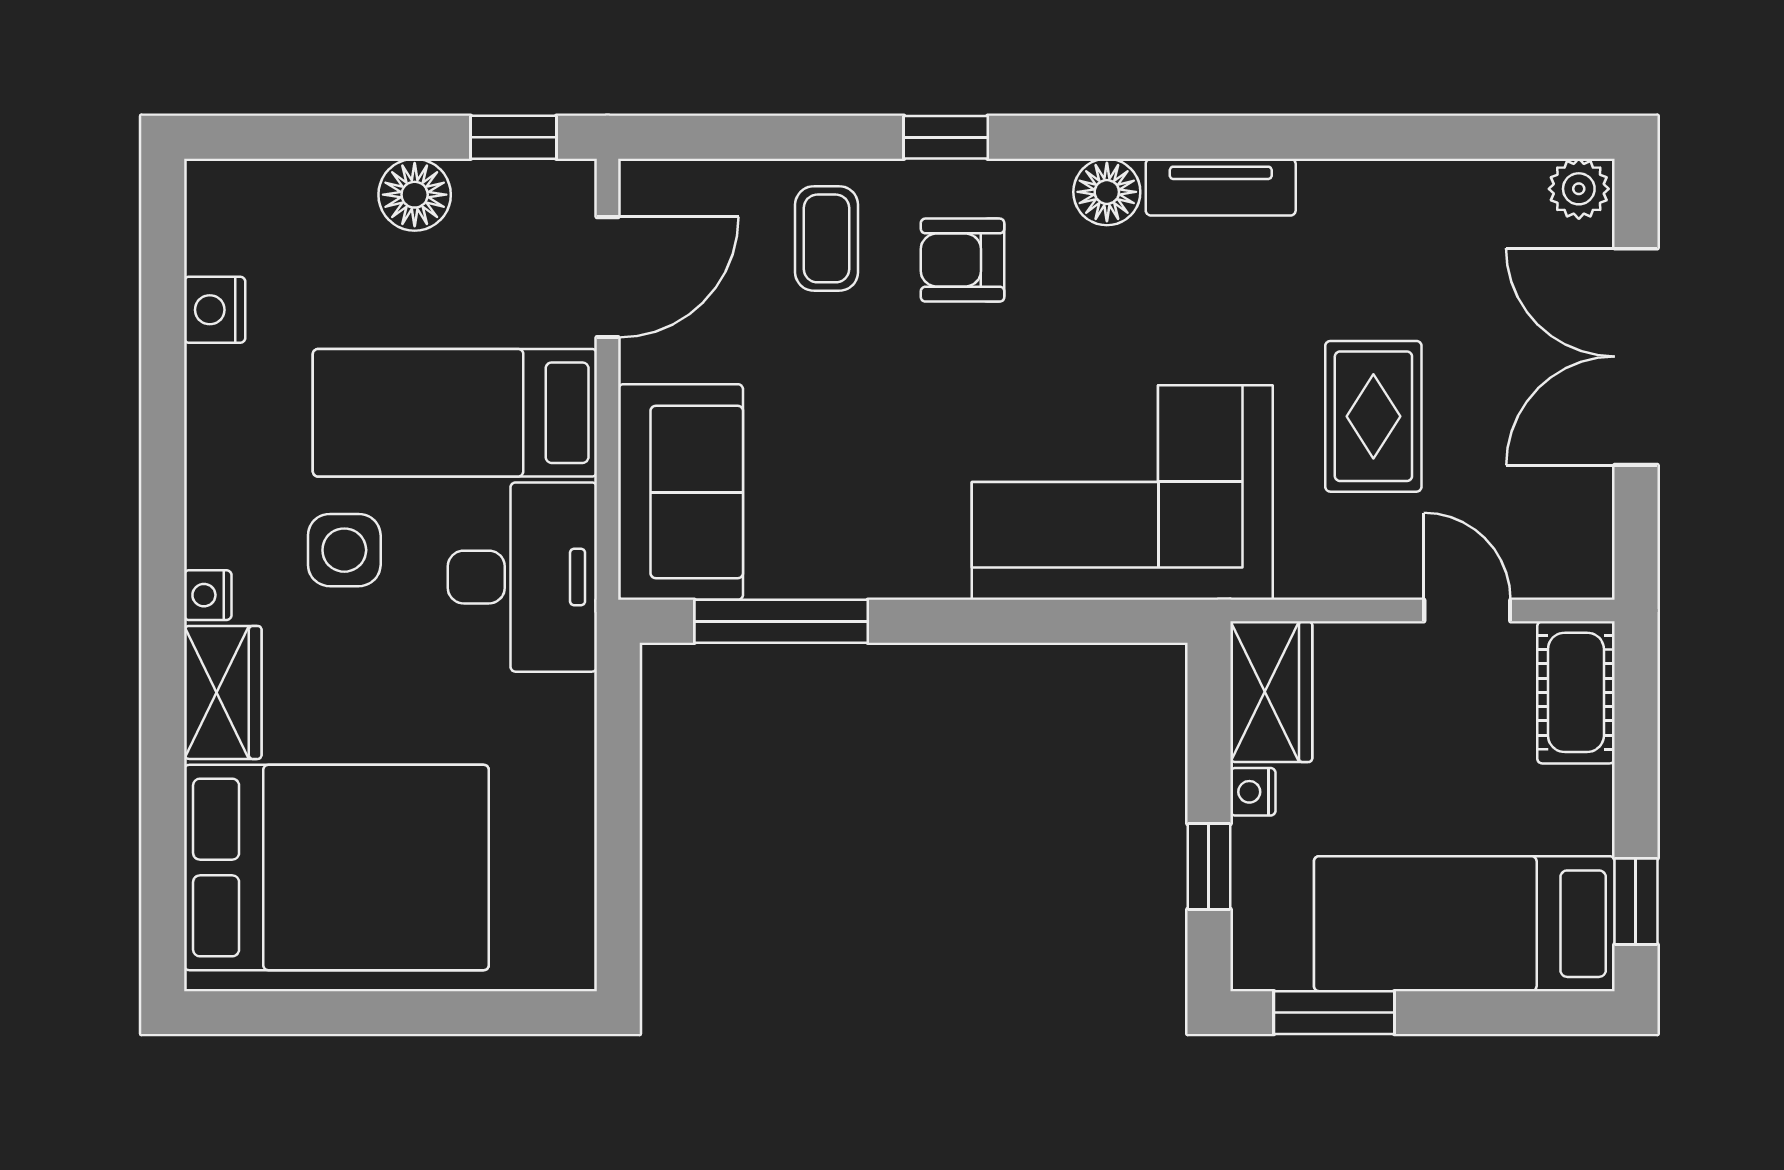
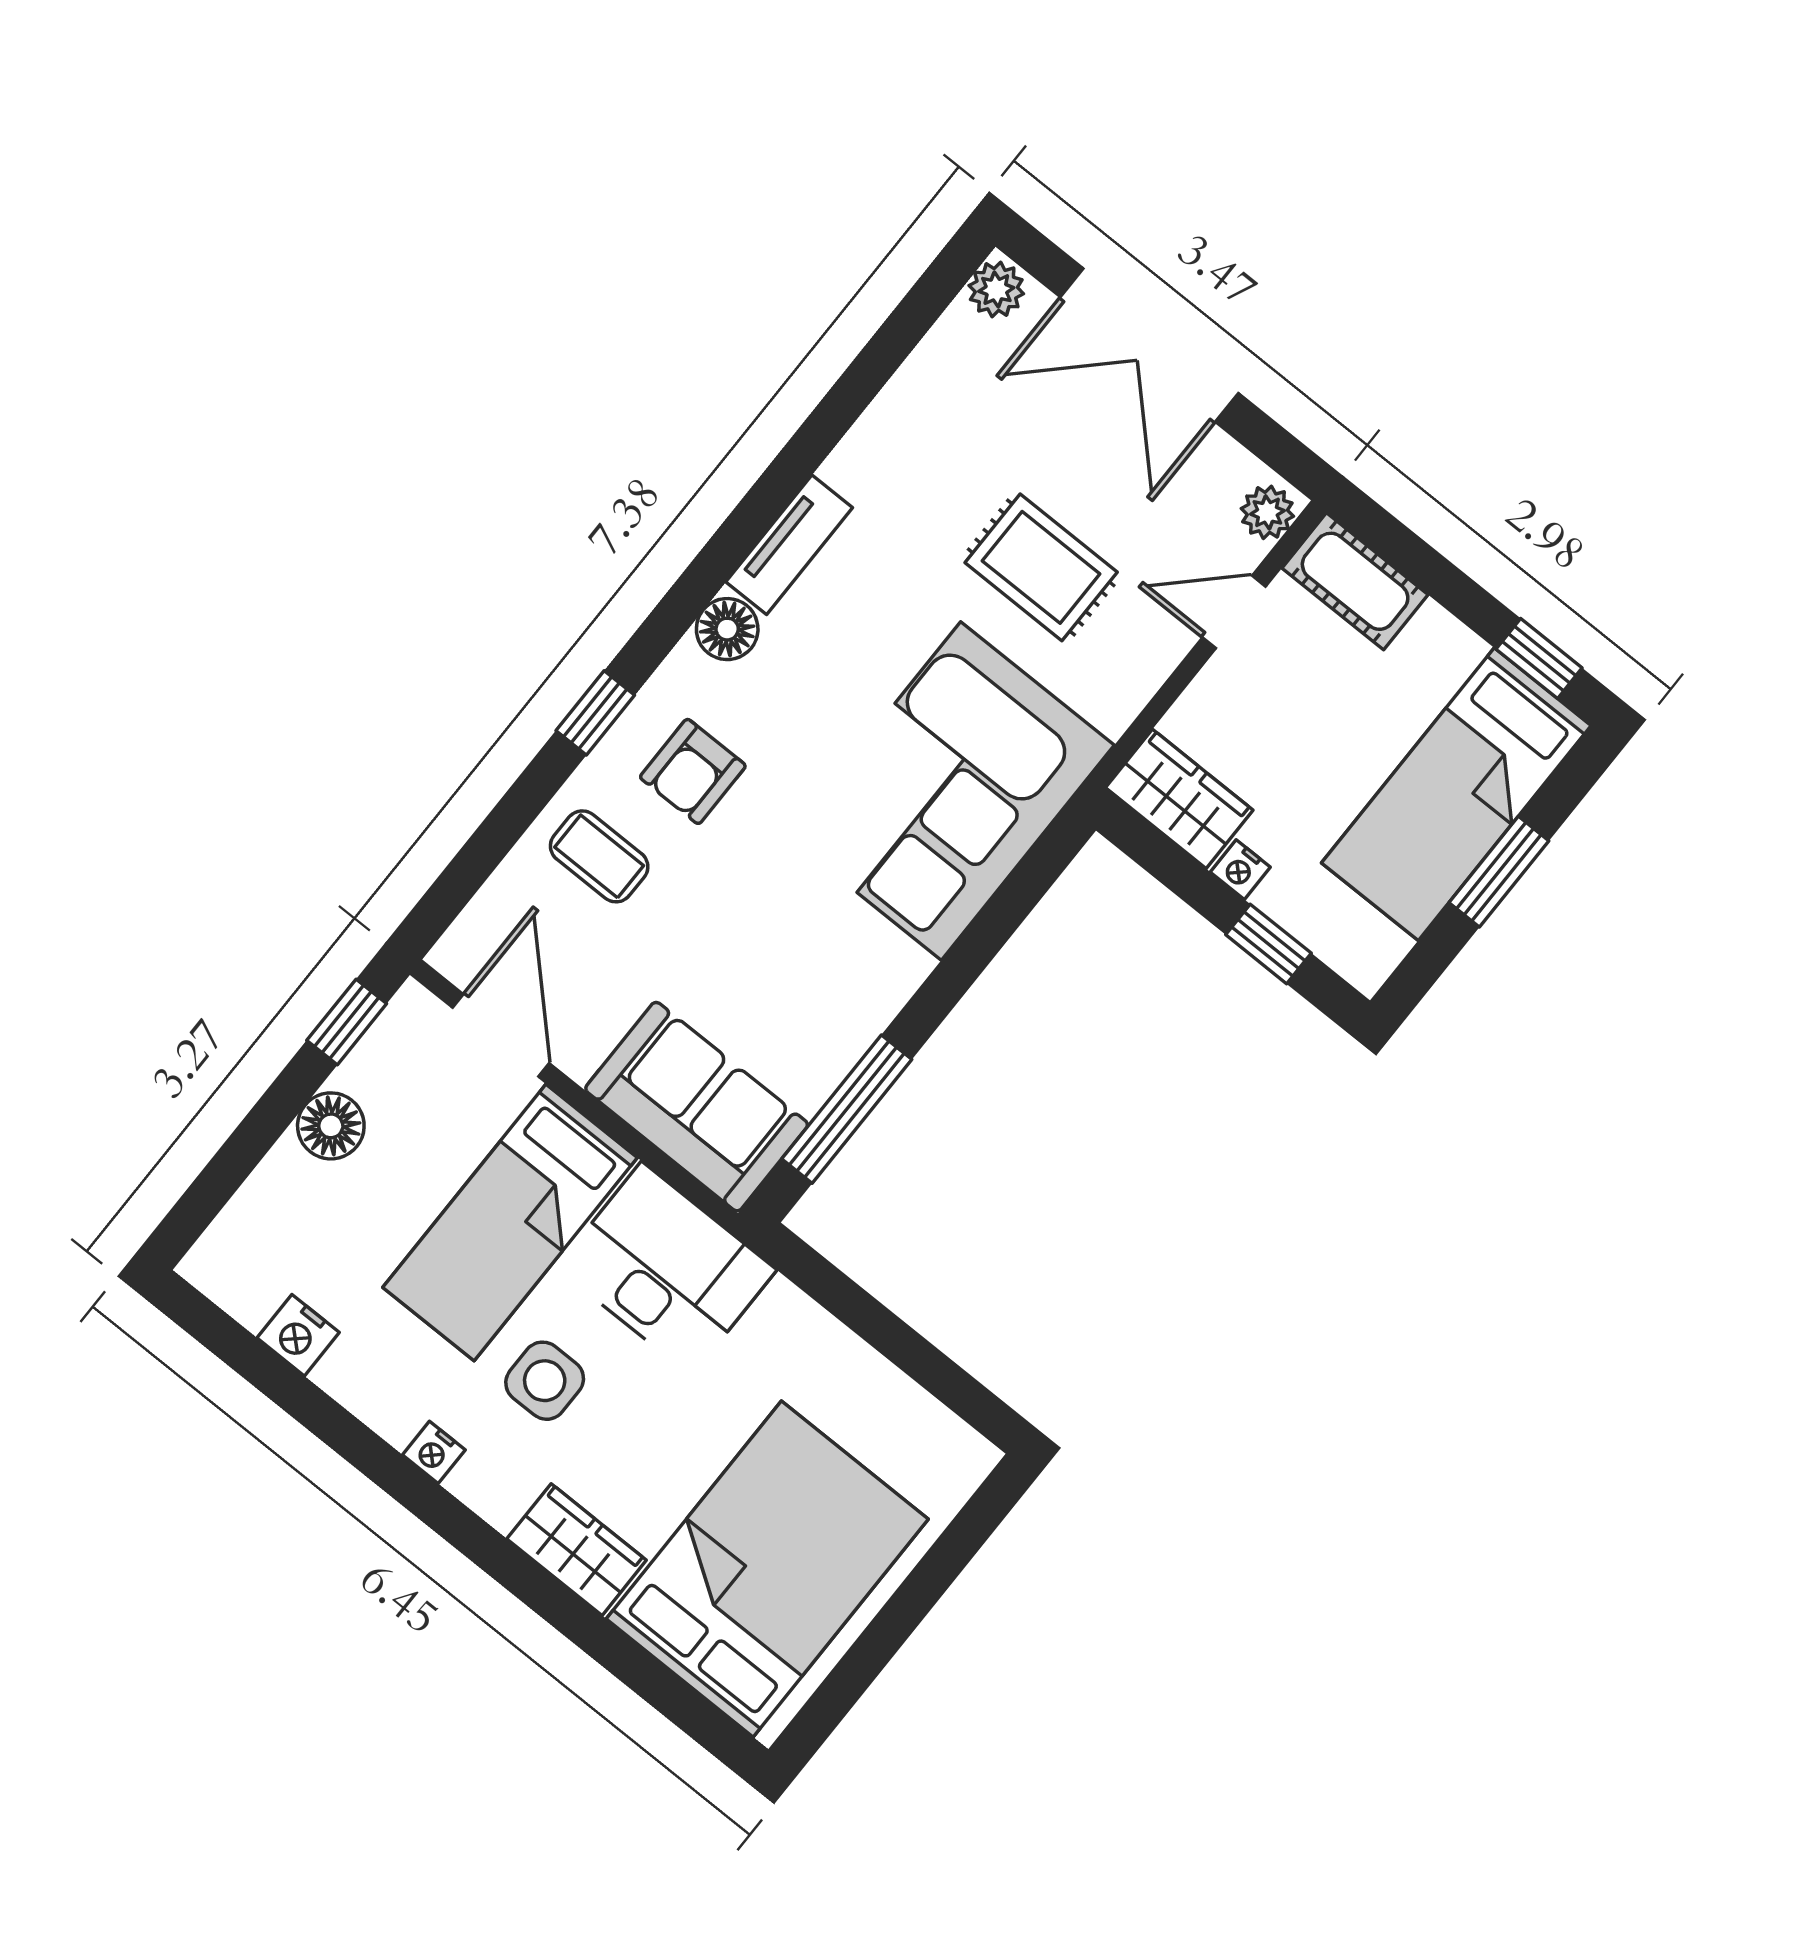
plant: (1575, 571) -> (1267, 512), added
nightstand: (208, 595) -> (434, 1452), moved
window: (1334, 1013) -> (1499, 872), moved

